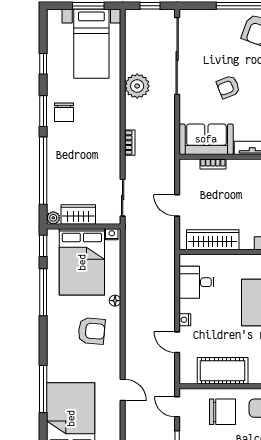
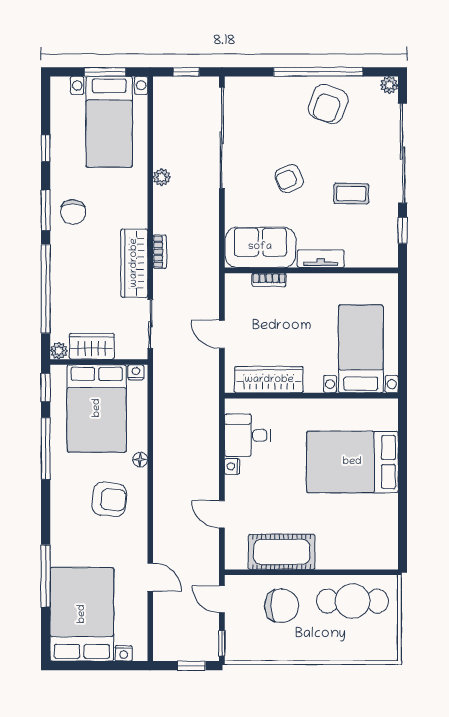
plant: (137, 86) -> (162, 177), width x0.53, depth x0.53
wardrobe: (111, 151) -> (134, 263), added
nightstand: (185, 320) -> (232, 466), moved

